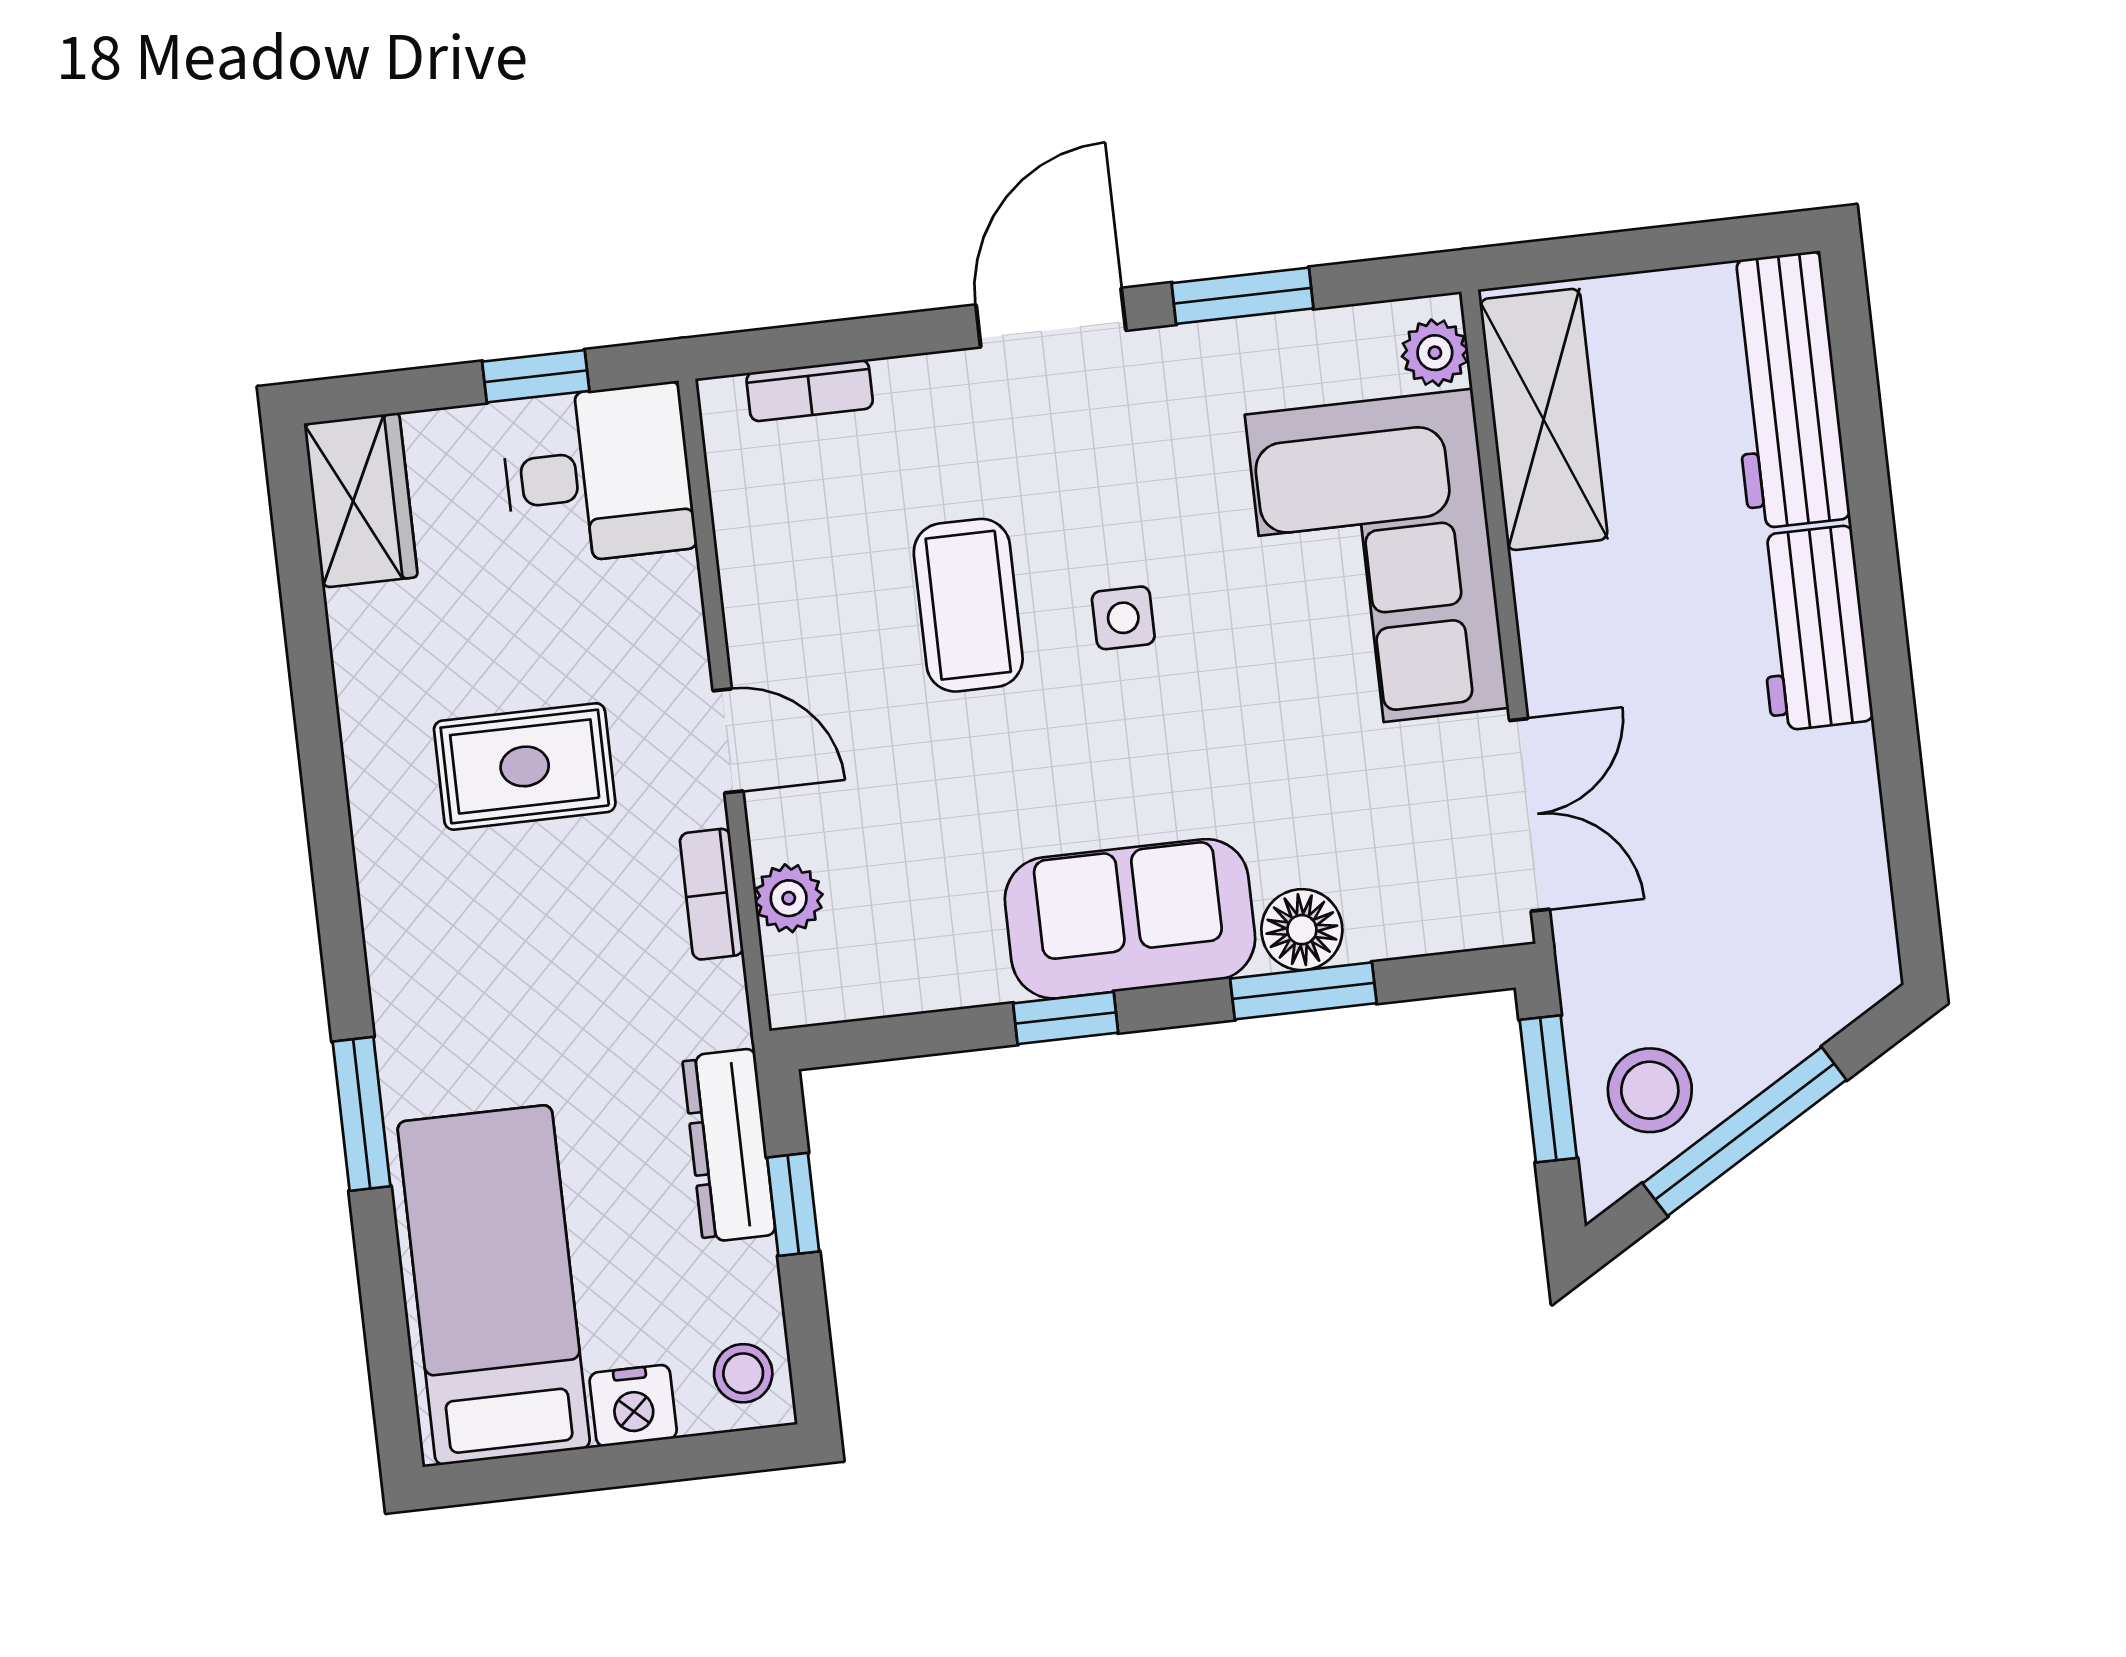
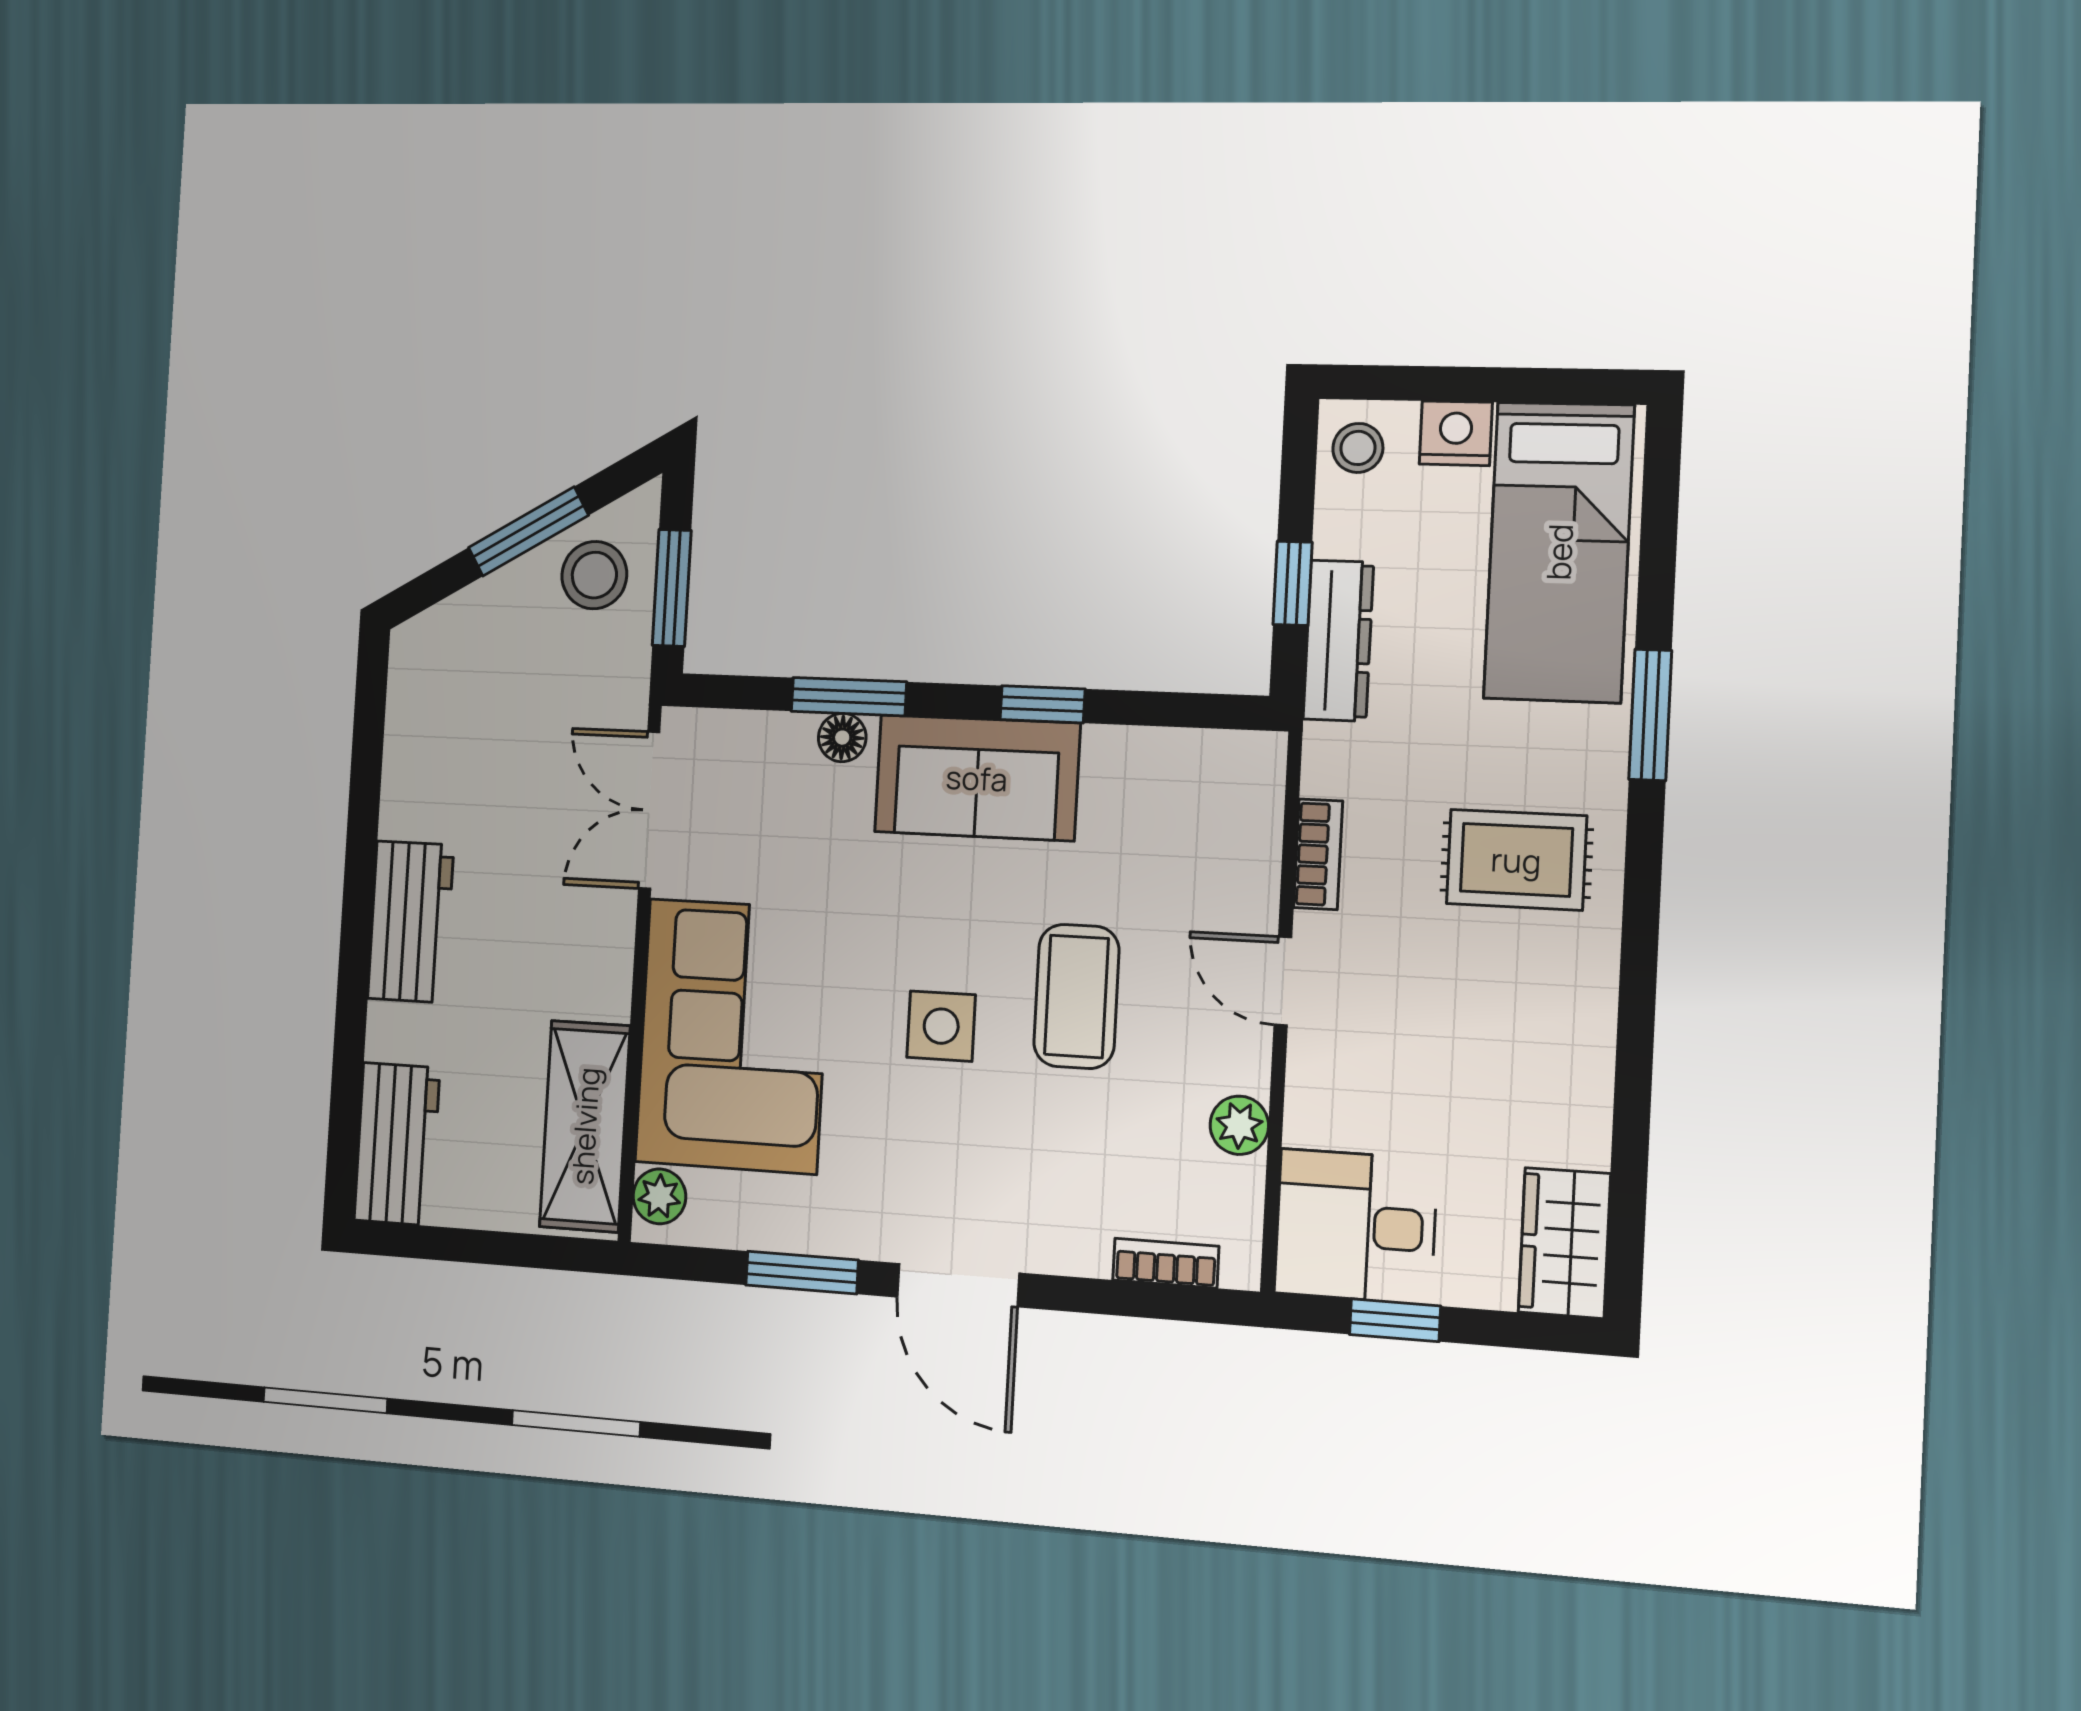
door: (1051, 318) -> (958, 1285), hinge flipped
workbench: (1785, 390) -> (397, 1144), width x0.73
coffee table: (968, 605) -> (1076, 996), moved
side table: (1123, 618) -> (941, 1026), width x1.37, depth x1.37
rug: (525, 766) -> (1516, 860), moved
plant: (789, 898) -> (1239, 1125), moved
floor lamp: (1302, 930) -> (842, 738), width x0.73, depth x0.73
window: (1745, 1132) -> (528, 531), width x0.69

